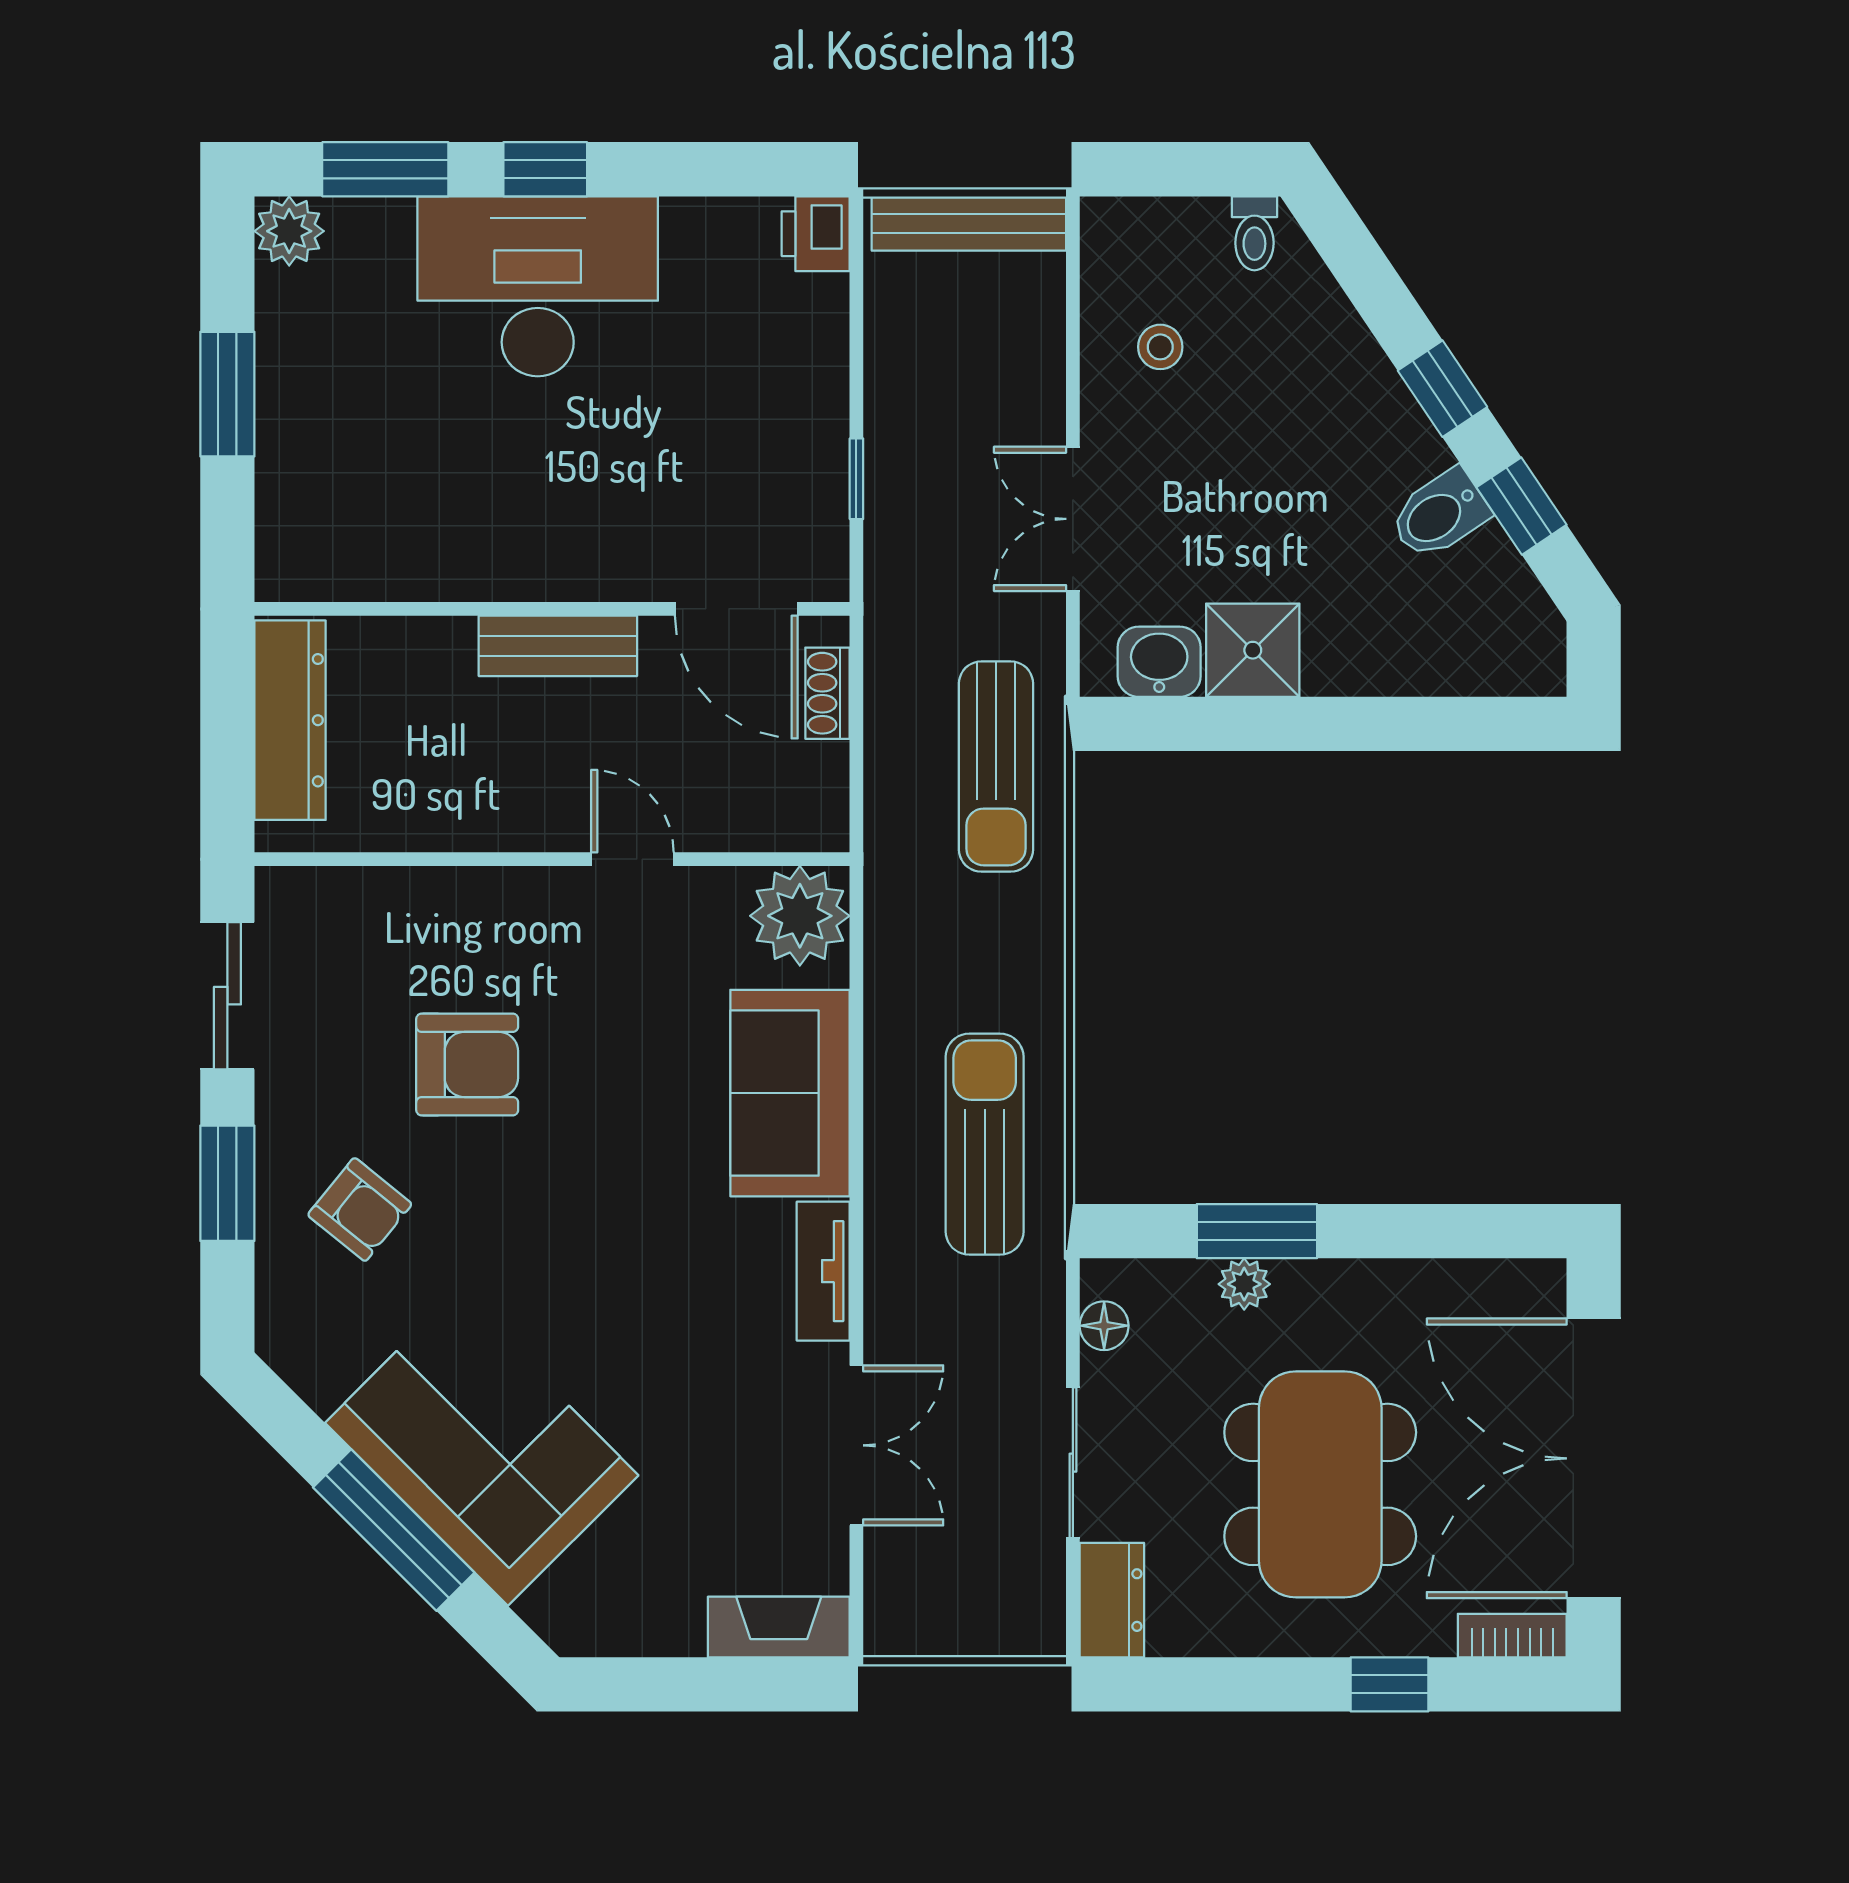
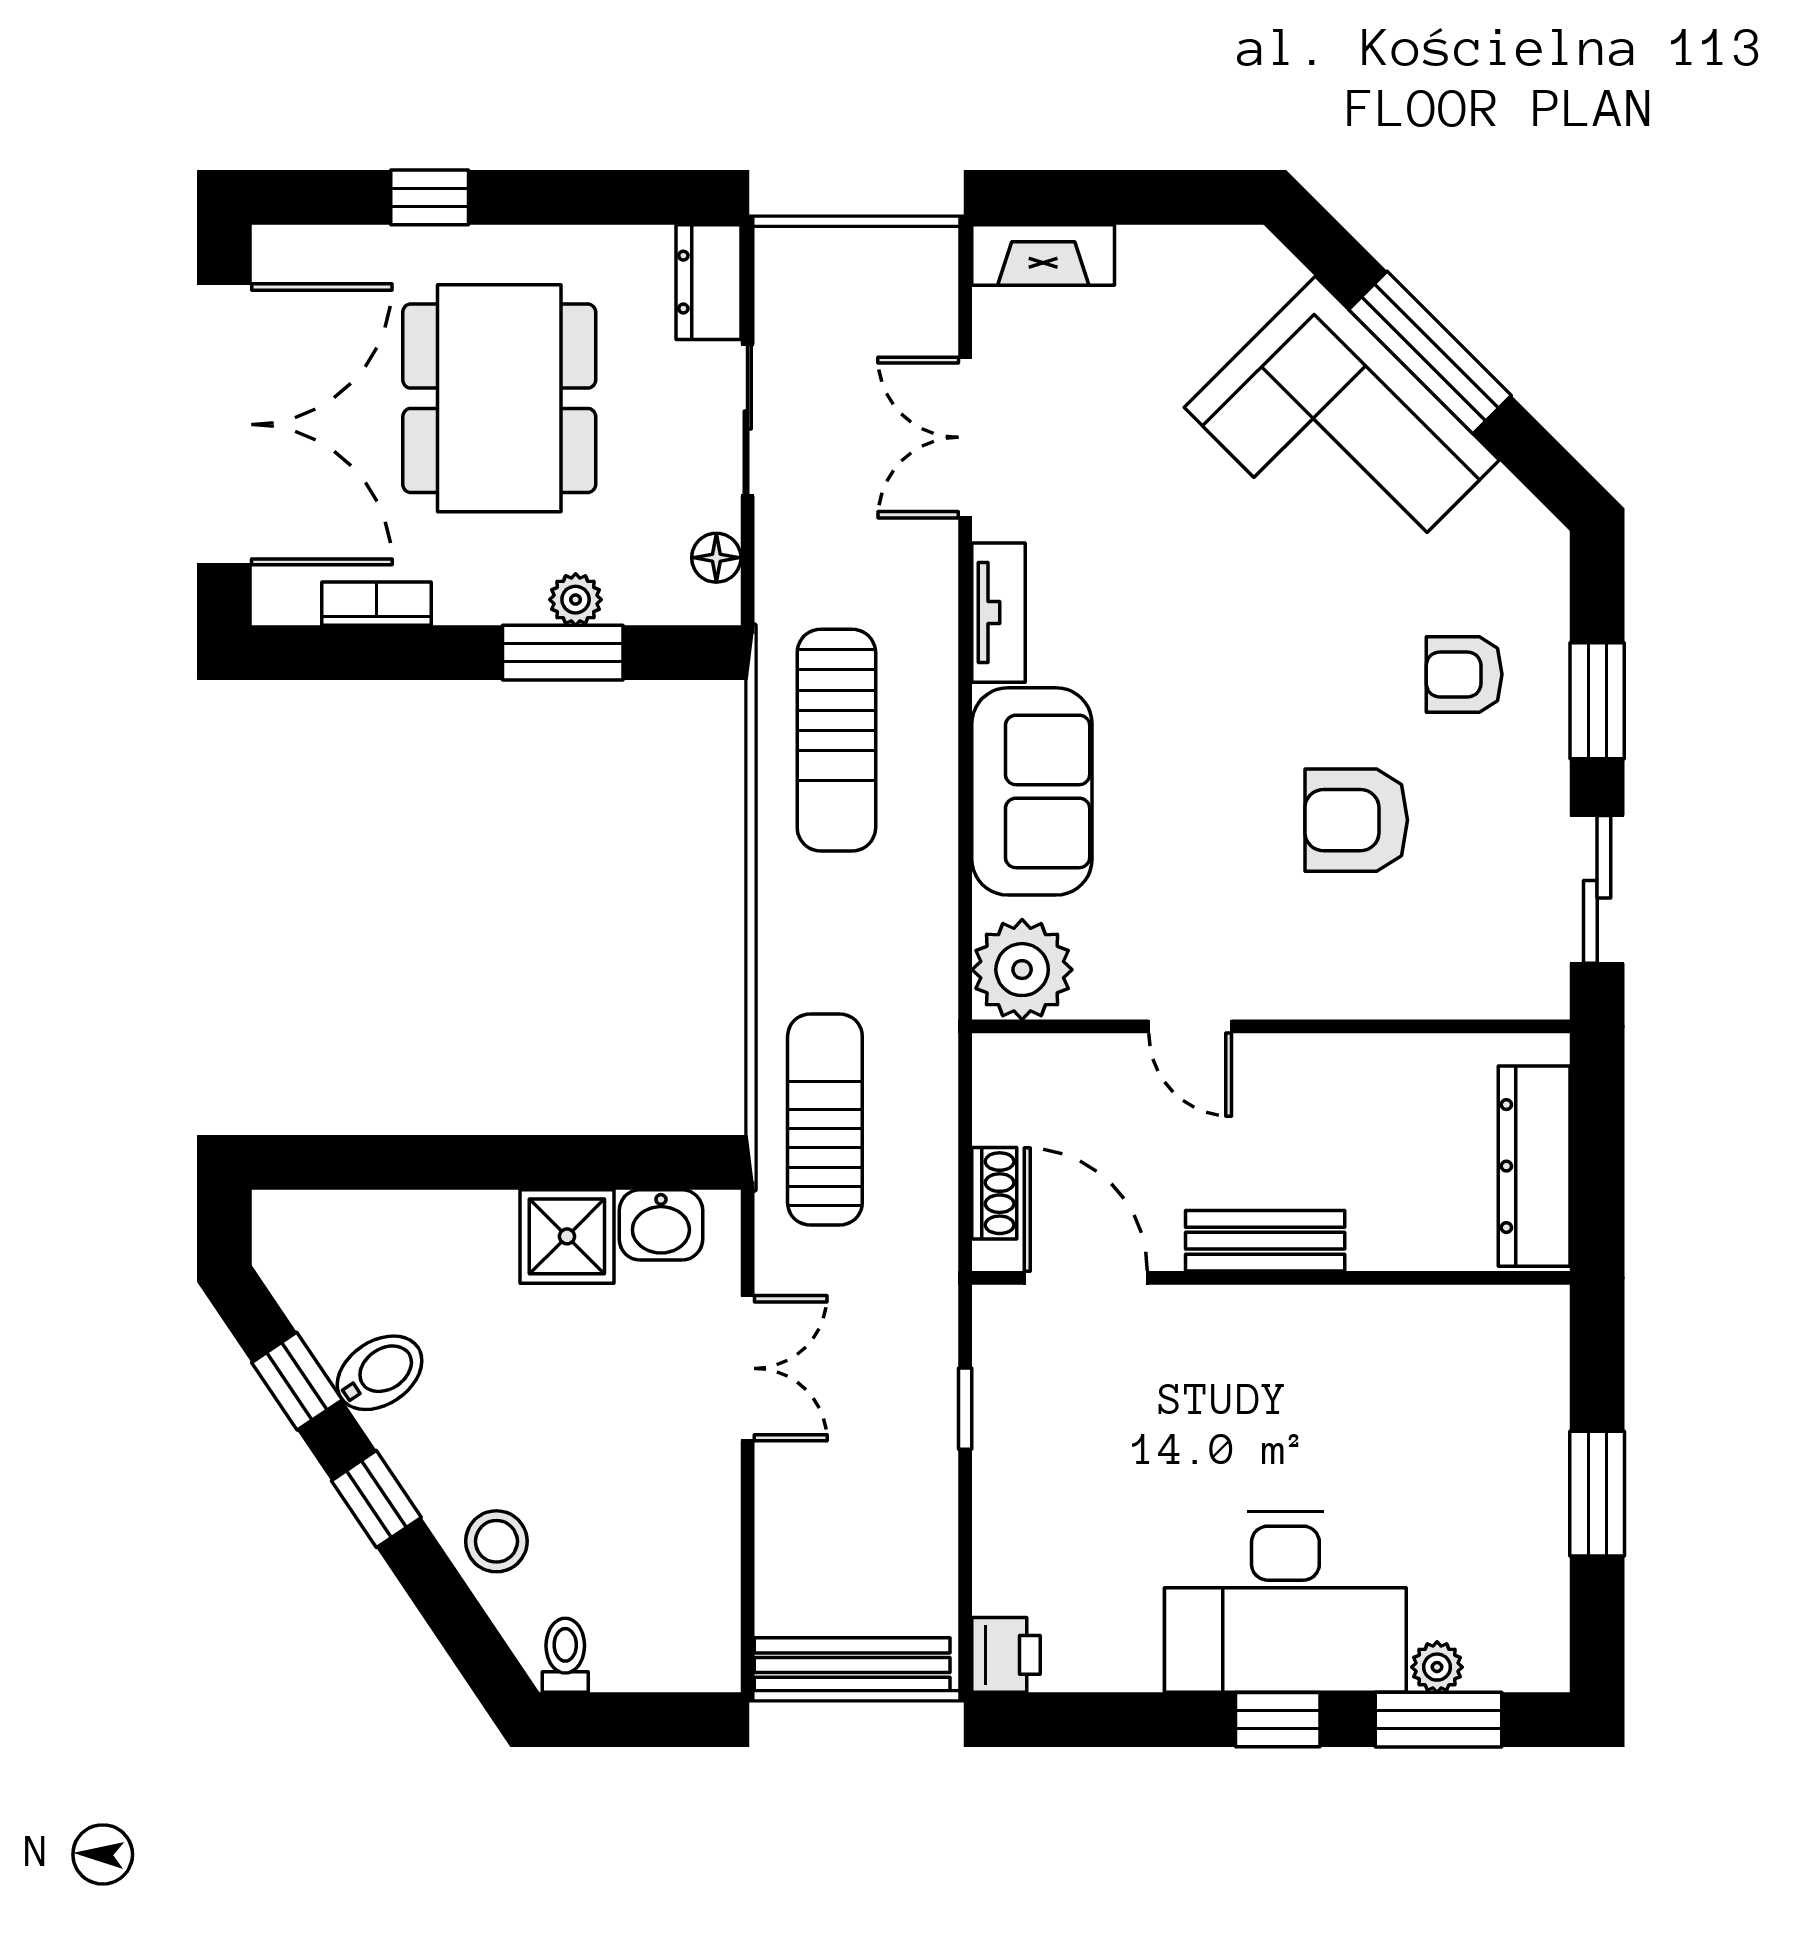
plant: (289, 231) -> (1437, 1667), moved, width x0.73, depth x0.73
stool: (1160, 347) -> (496, 1541), moved, width x1.37, depth x1.37
armchair: (360, 1209) -> (1464, 674), turned -39
bookcase: (1512, 1636) -> (376, 604), moved, turned 180

